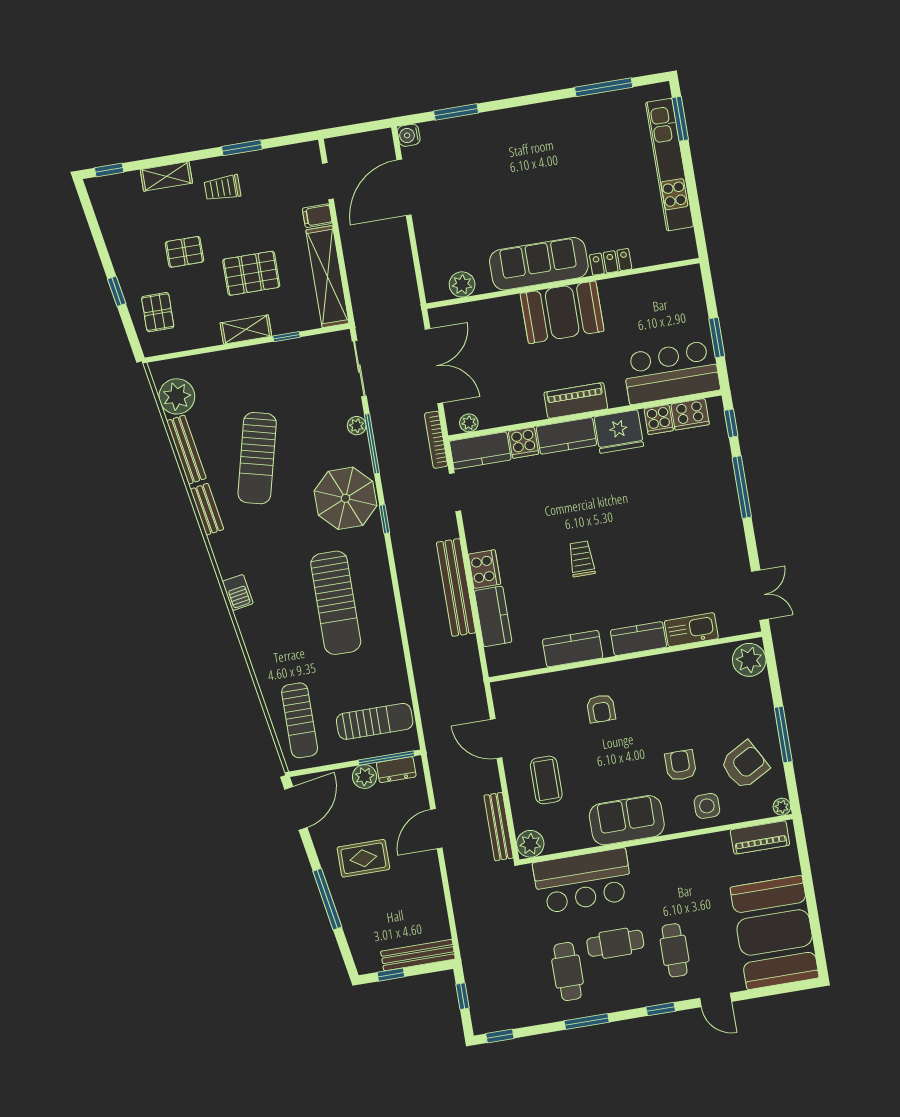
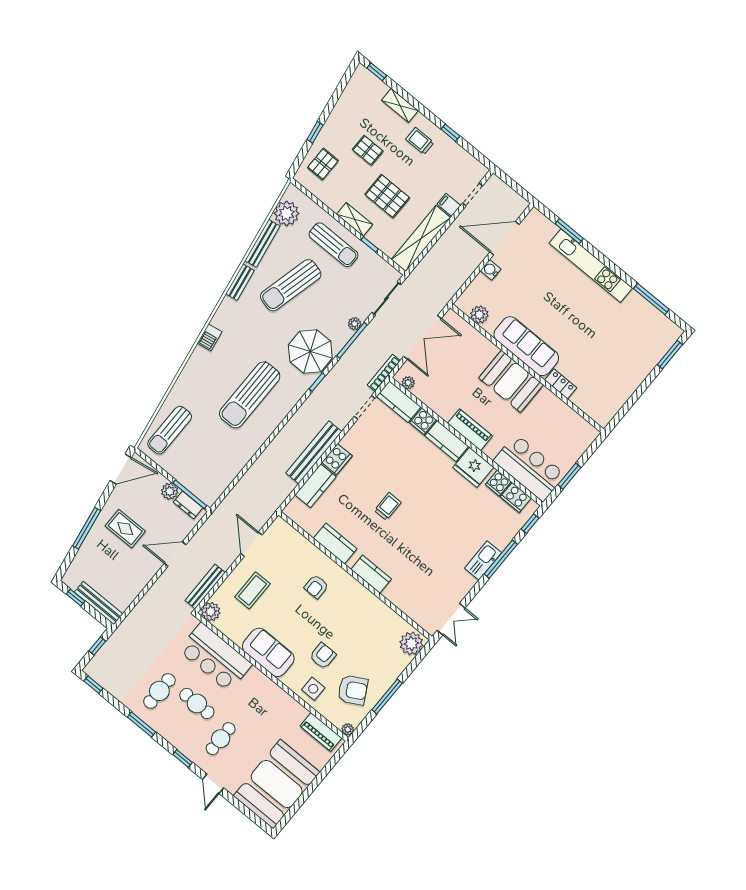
water cooler: (409, 135) -> (491, 270), moved
window: (242, 148) -> (450, 133), width x0.67
kitchen unit: (669, 165) -> (591, 266), moved, turned -90
kitchen sink: (691, 630) -> (483, 560), moved, turned -90
sun lounger: (375, 721) -> (333, 245), moved

